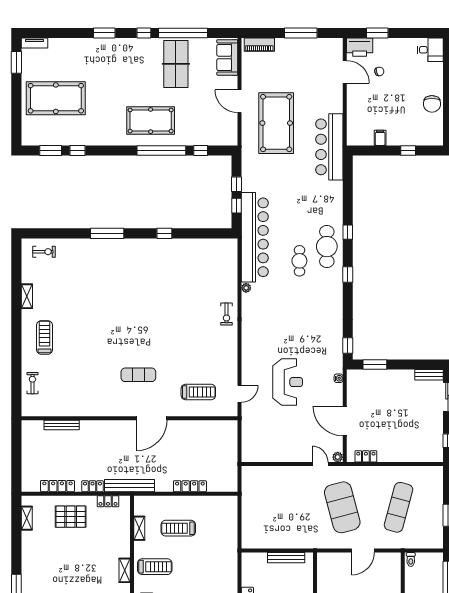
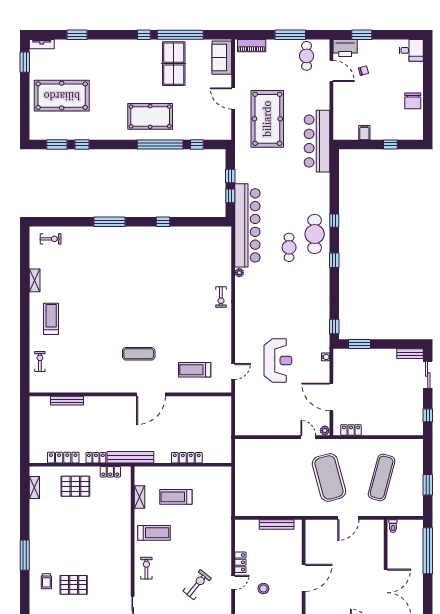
window: (104, 33) -> (77, 35), moved
cafe table: (318, 56) -> (307, 56), added
treadmill: (198, 392) -> (195, 370), turned 180
shelving: (125, 570) -> (126, 536), removed

